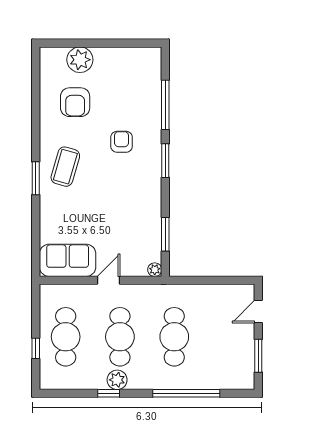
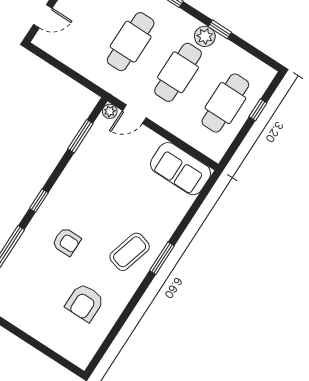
plant: (80, 60) -> (56, 337), removed
armchair: (75, 102) -> (85, 303), turned 180
armchair: (122, 142) -> (66, 242), turned -90
window: (165, 161) -> (39, 201), width x0.67
door: (108, 280) -> (134, 114), moved

